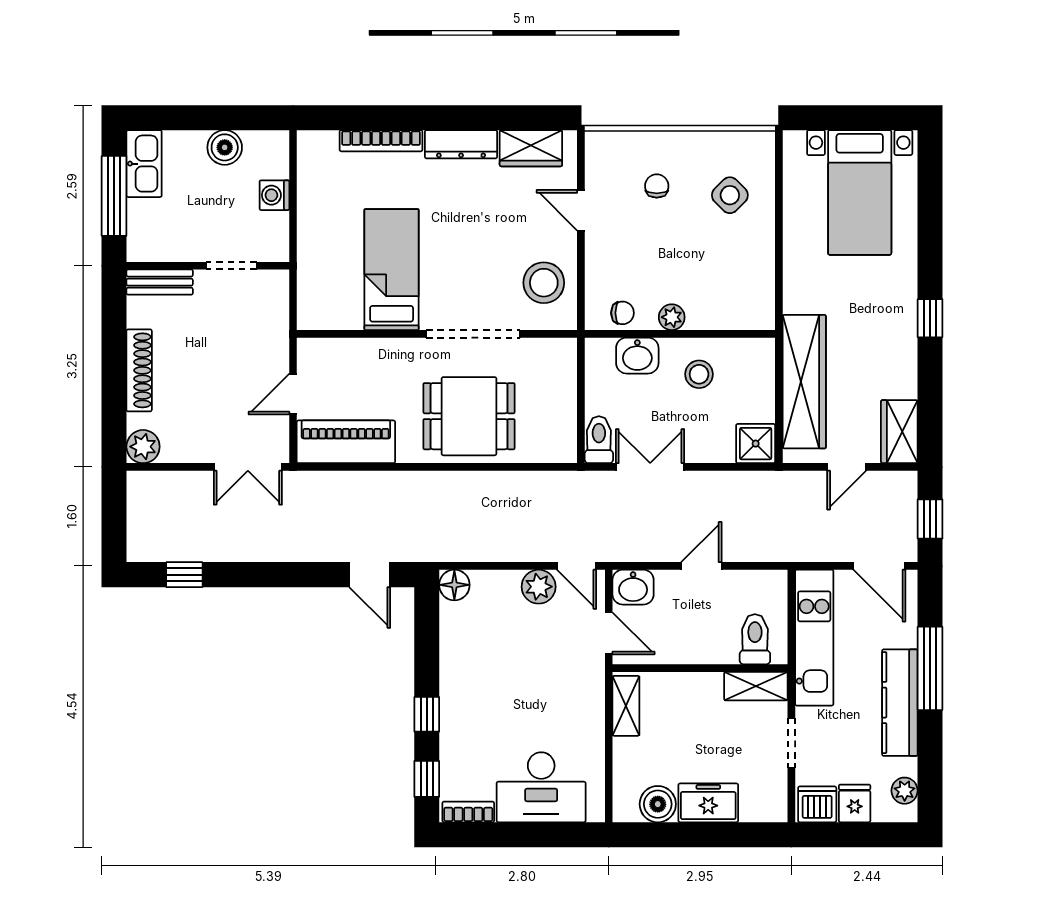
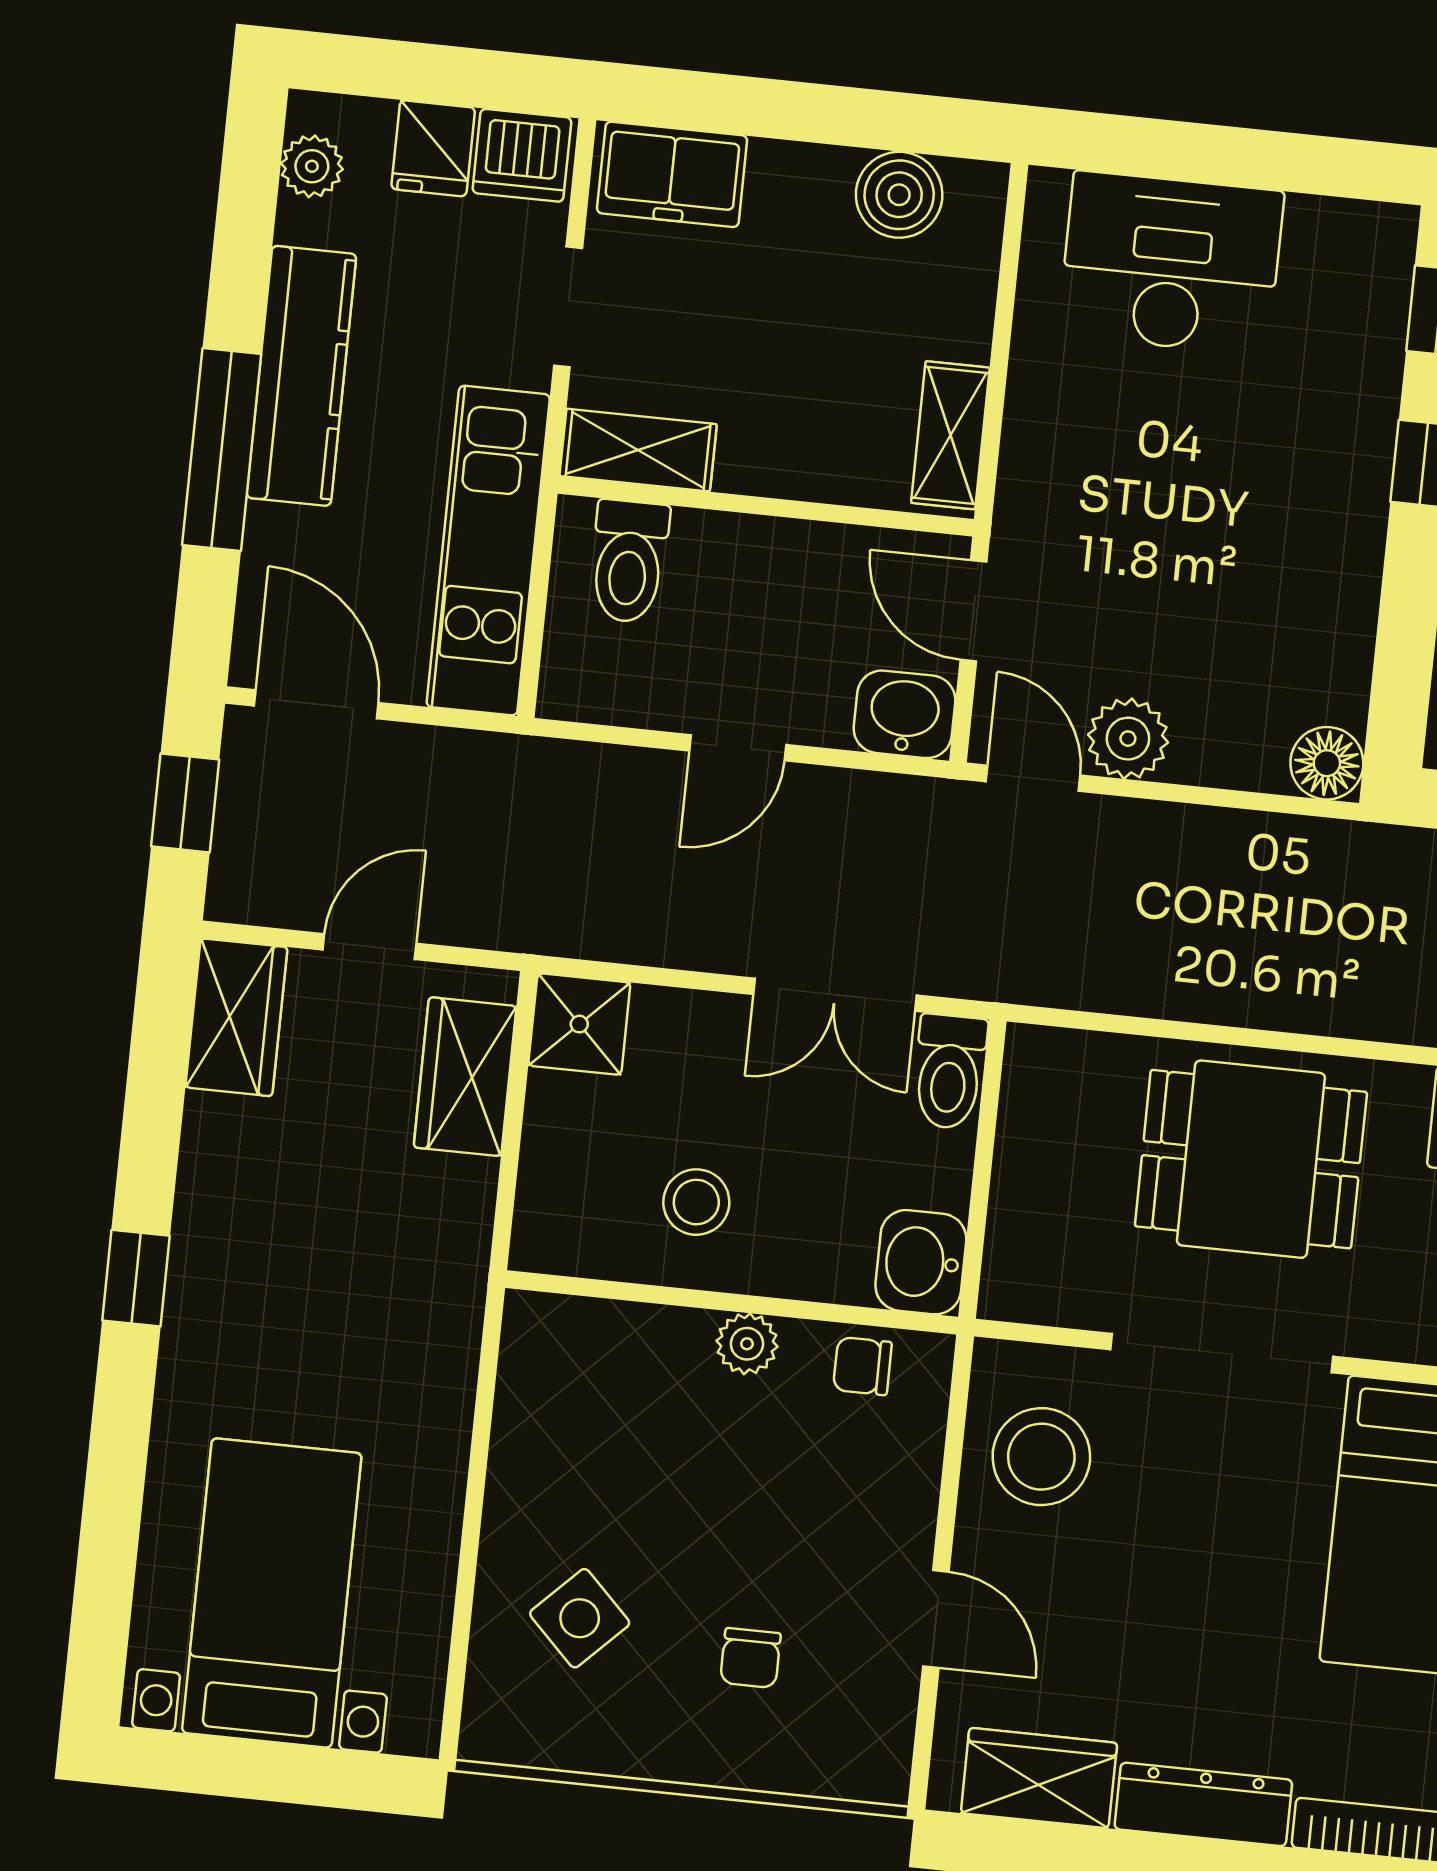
washbasin: (637, 356) -> (921, 1262), moved, turned -90
wardrobe: (804, 382) -> (465, 1077), width x0.48, depth x0.85
freezer: (708, 803) -> (672, 174), moved
bookcase: (468, 812) -> (1349, 223), removed

